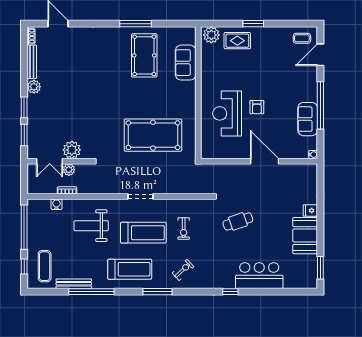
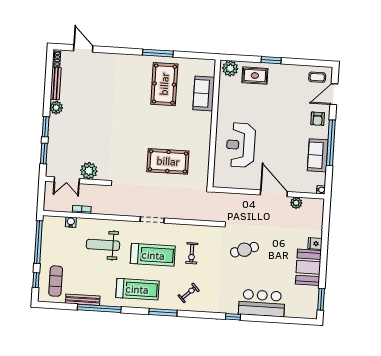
armchair: (257, 107) -> (318, 119), moved
pool table: (153, 135) -> (168, 161), width x0.73, depth x0.76
plant: (69, 170) -> (296, 203), moved

